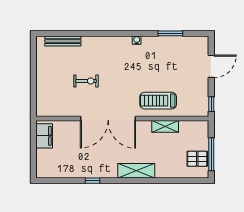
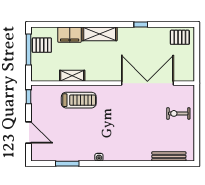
door: (211, 66) -> (29, 132), swing flipped
exercise bike: (86, 81) -> (178, 113), moved
double door: (108, 119) -> (147, 83), moved
filing cabinet: (44, 136) -> (70, 35), moved, turned -90
pallet: (51, 167) -> (180, 37), added

